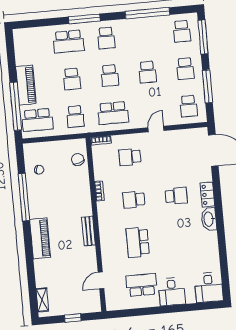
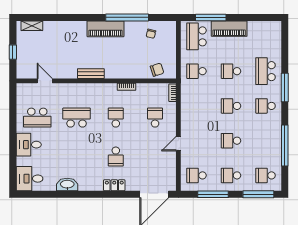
window: (16, 106) -> (211, 17), width x0.68
school desk: (113, 113) -> (197, 106), removed
door: (156, 129) -> (178, 144), swing flipped
washbasin: (209, 219) -> (67, 185), moved
piano: (40, 238) -> (105, 29), moved
school desk: (142, 285) -> (37, 118), turned 90

